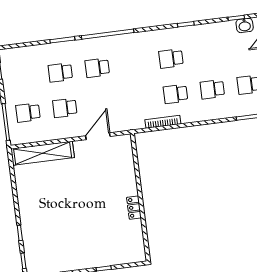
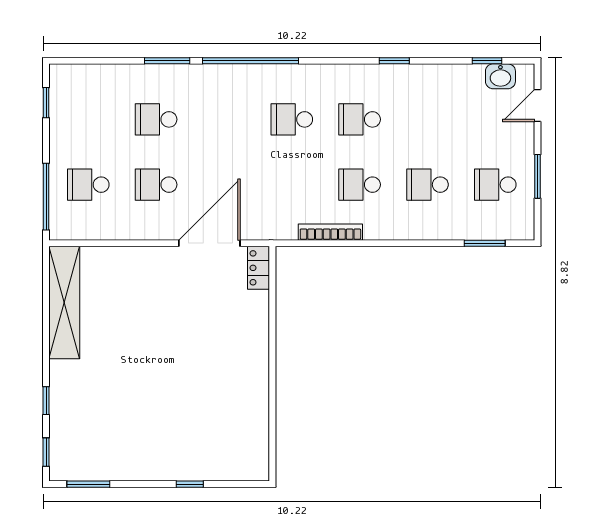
school desk: (97, 68) -> (292, 119), moved
door: (98, 136) -> (209, 243), width x1.36
shelving: (43, 153) -> (64, 302), moved, turned 90
locker: (134, 208) -> (258, 268), moved

